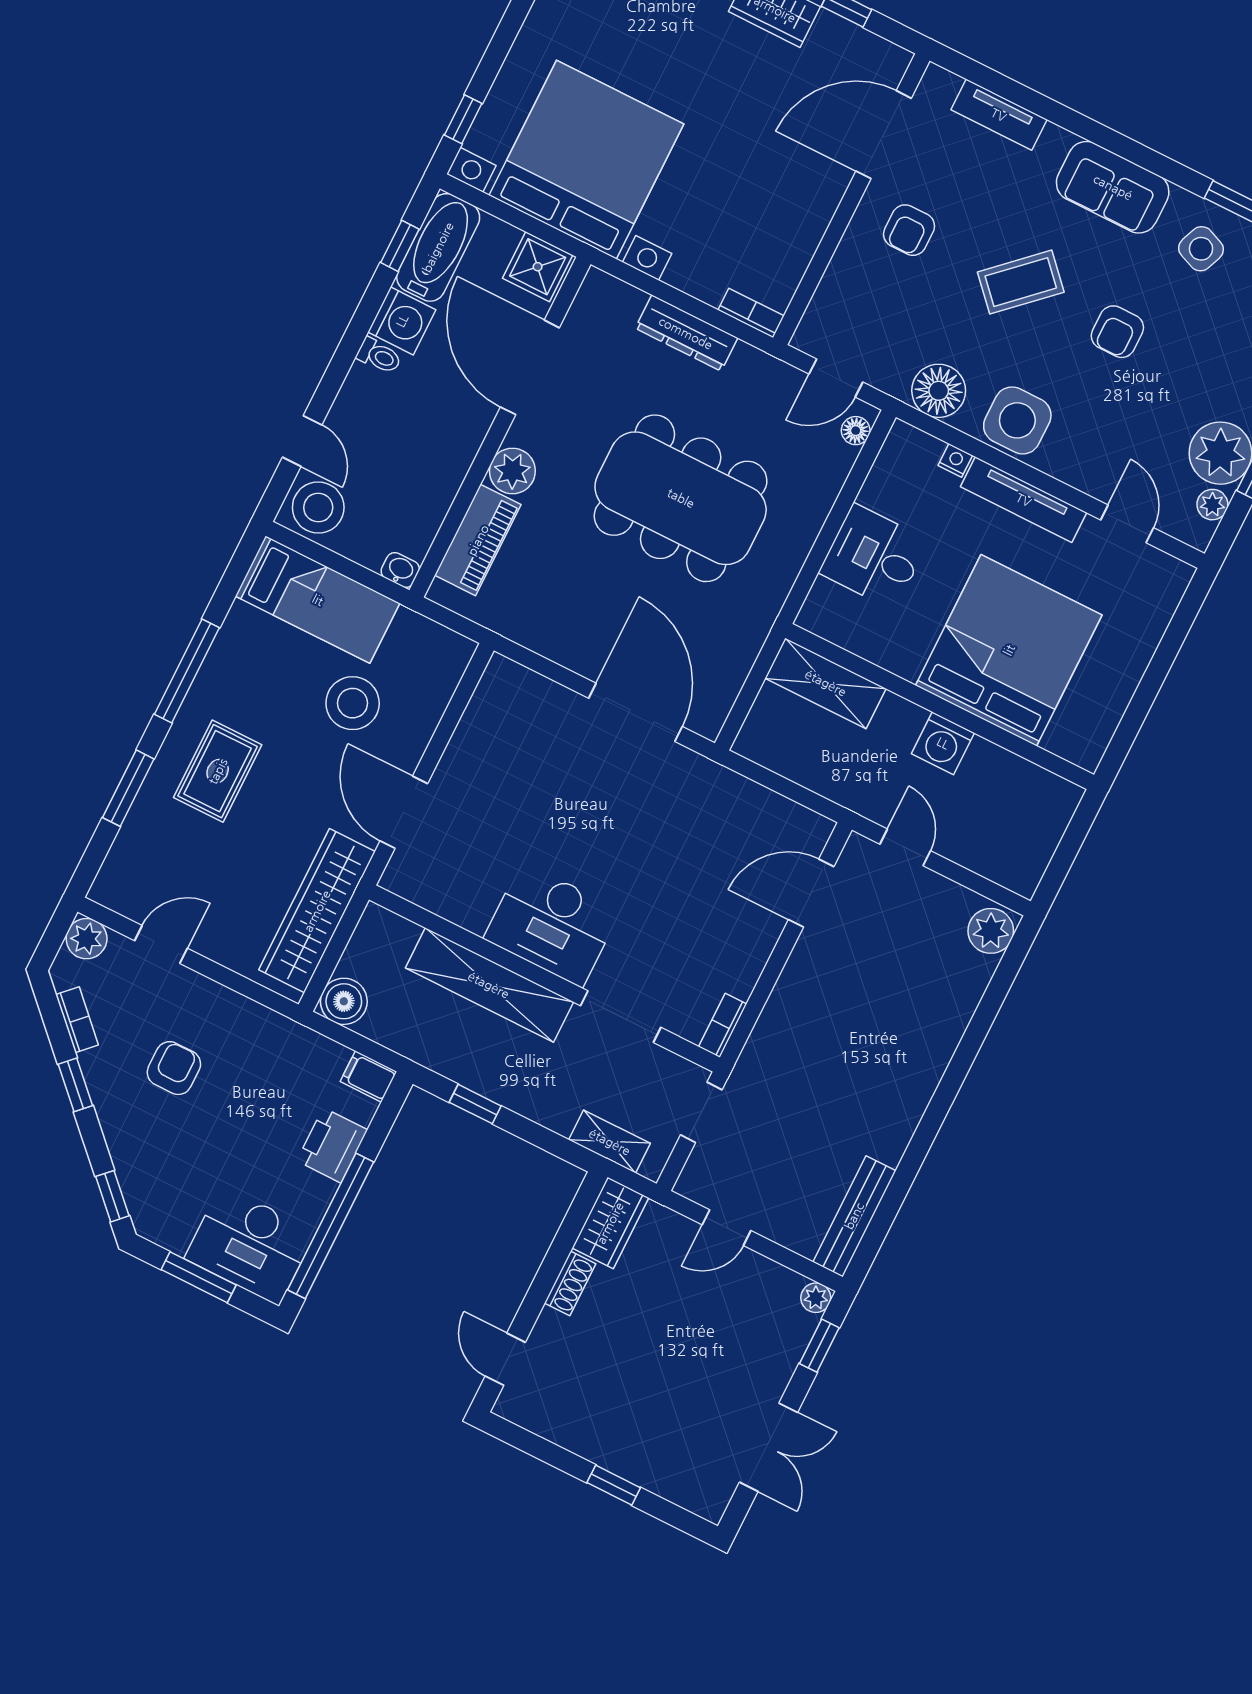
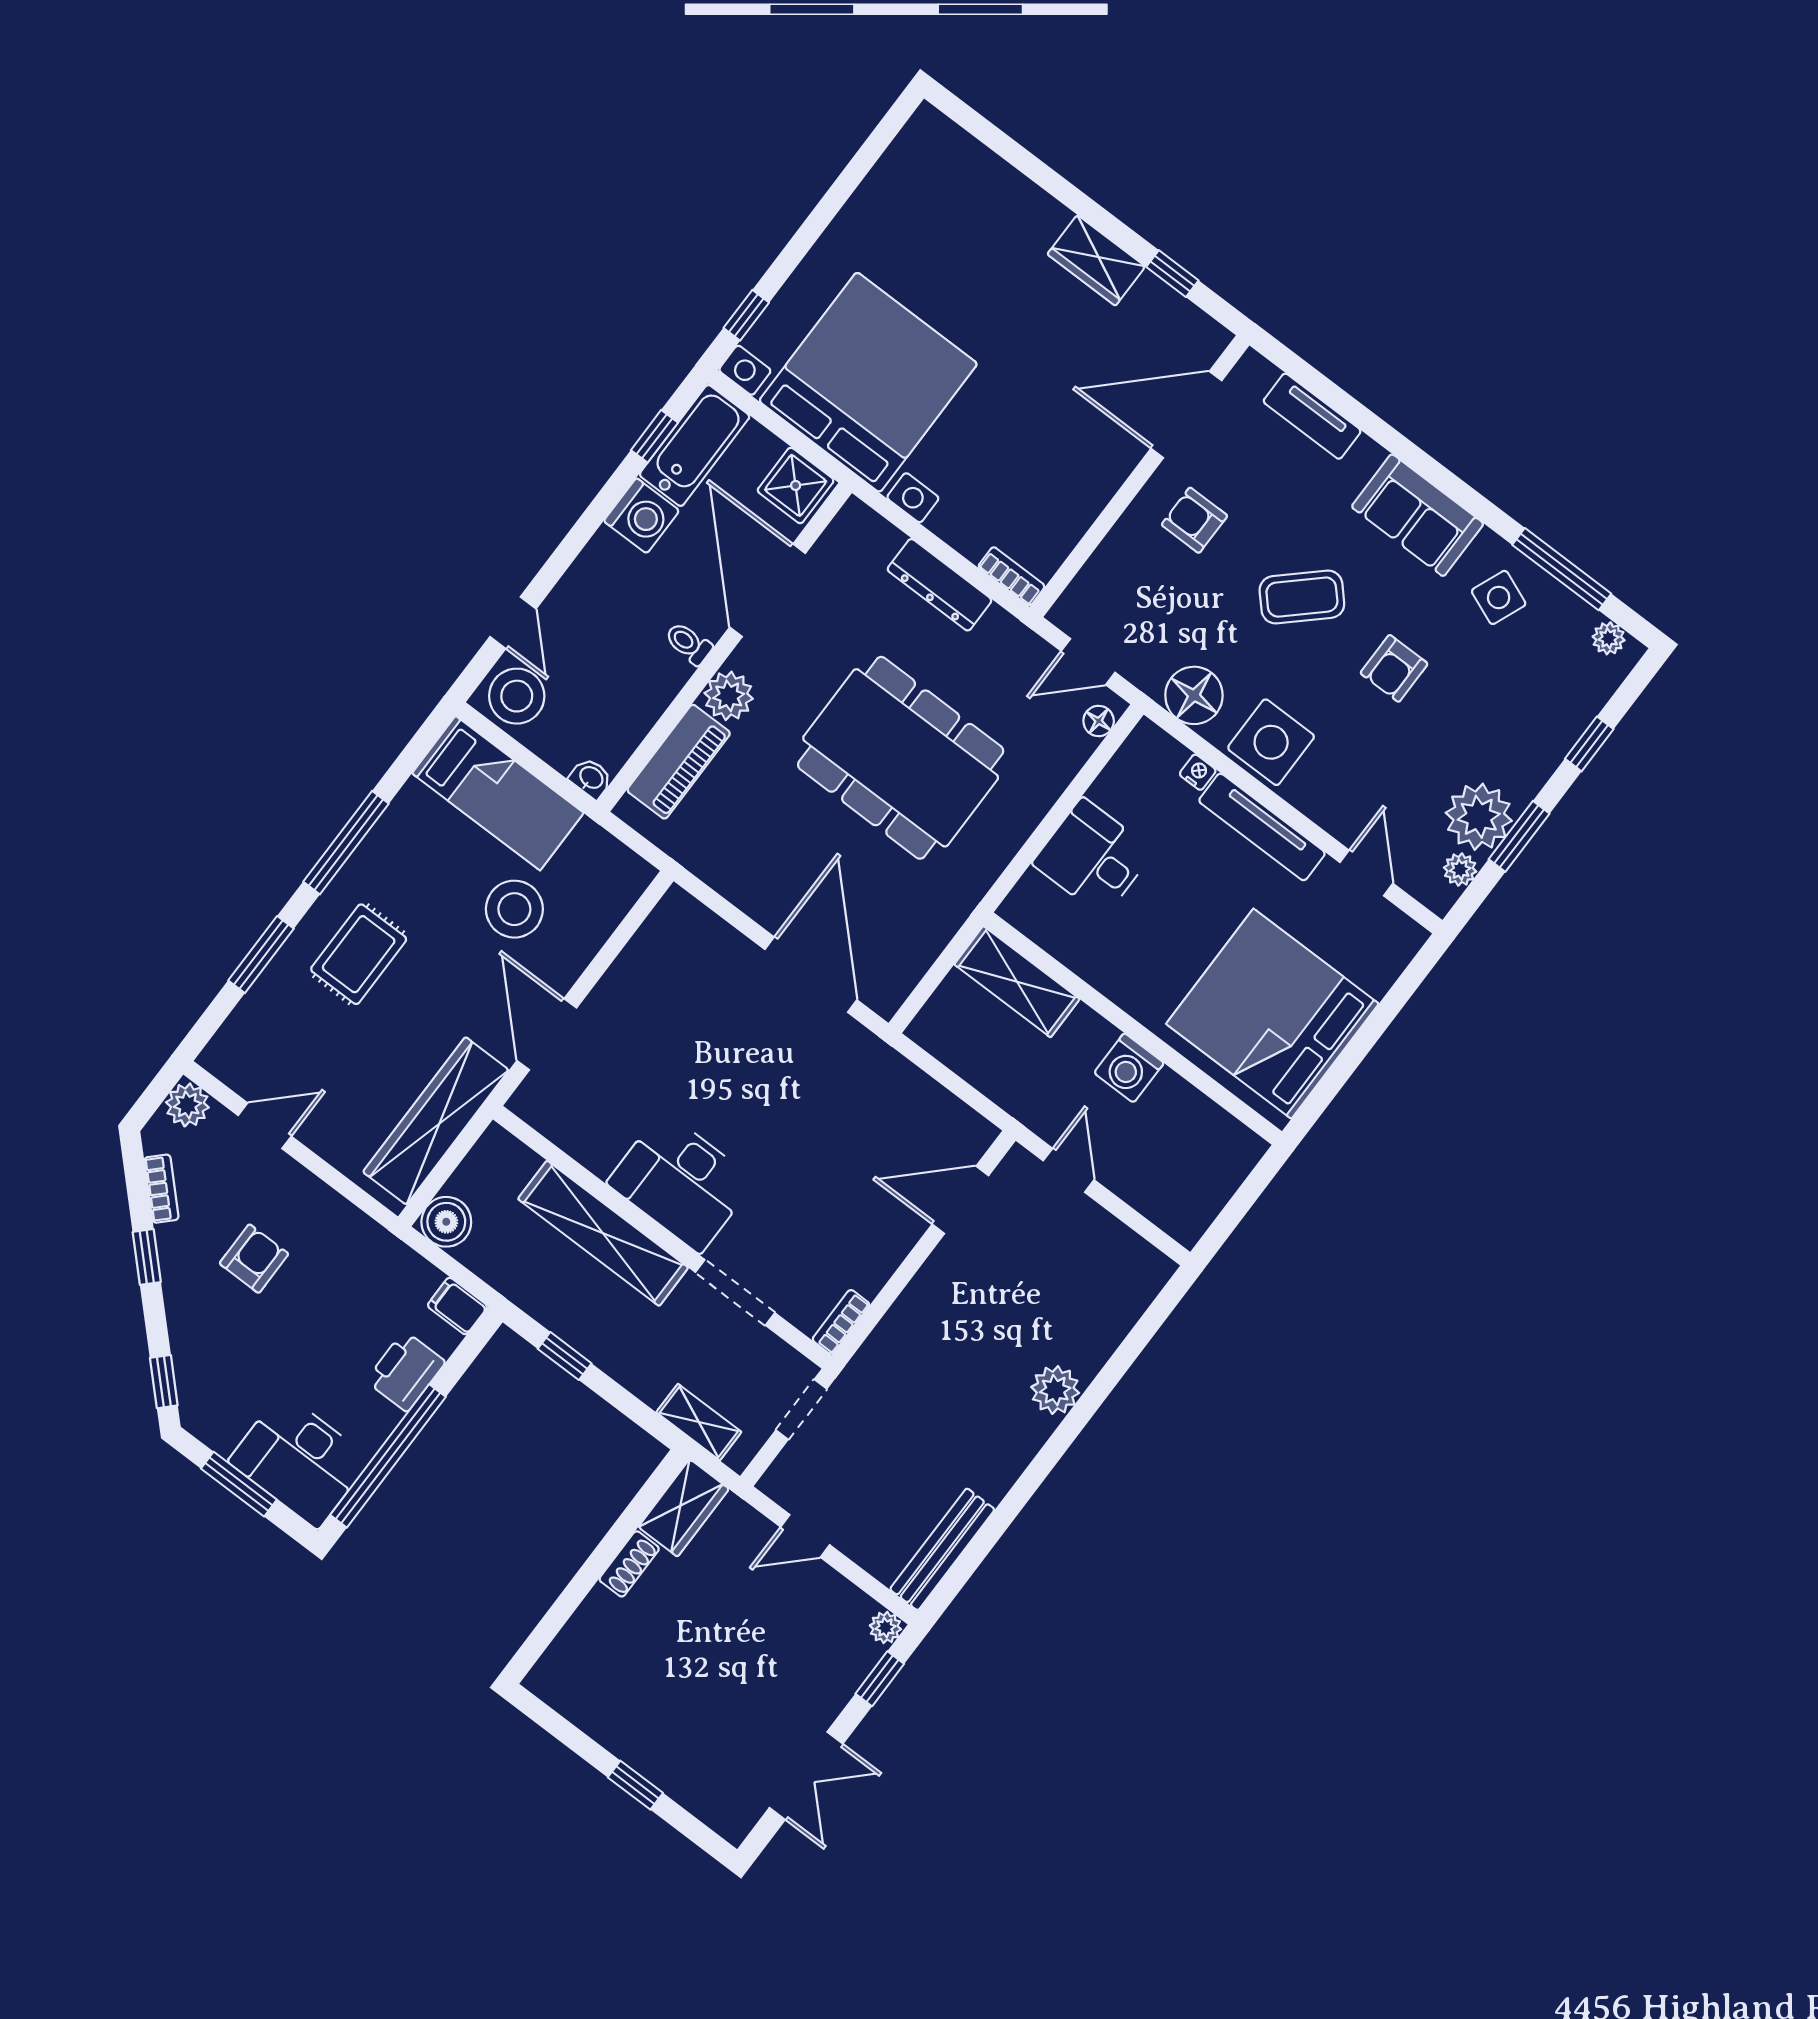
armchair: (909, 230) -> (1194, 520), turned 90
toilet: (379, 356) -> (689, 643), moved, turned 180
bed: (1009, 650) -> (1272, 1014), moved, turned -90
plant: (991, 931) -> (1055, 1390), moved
door: (505, 1359) -> (546, 1631), removed

